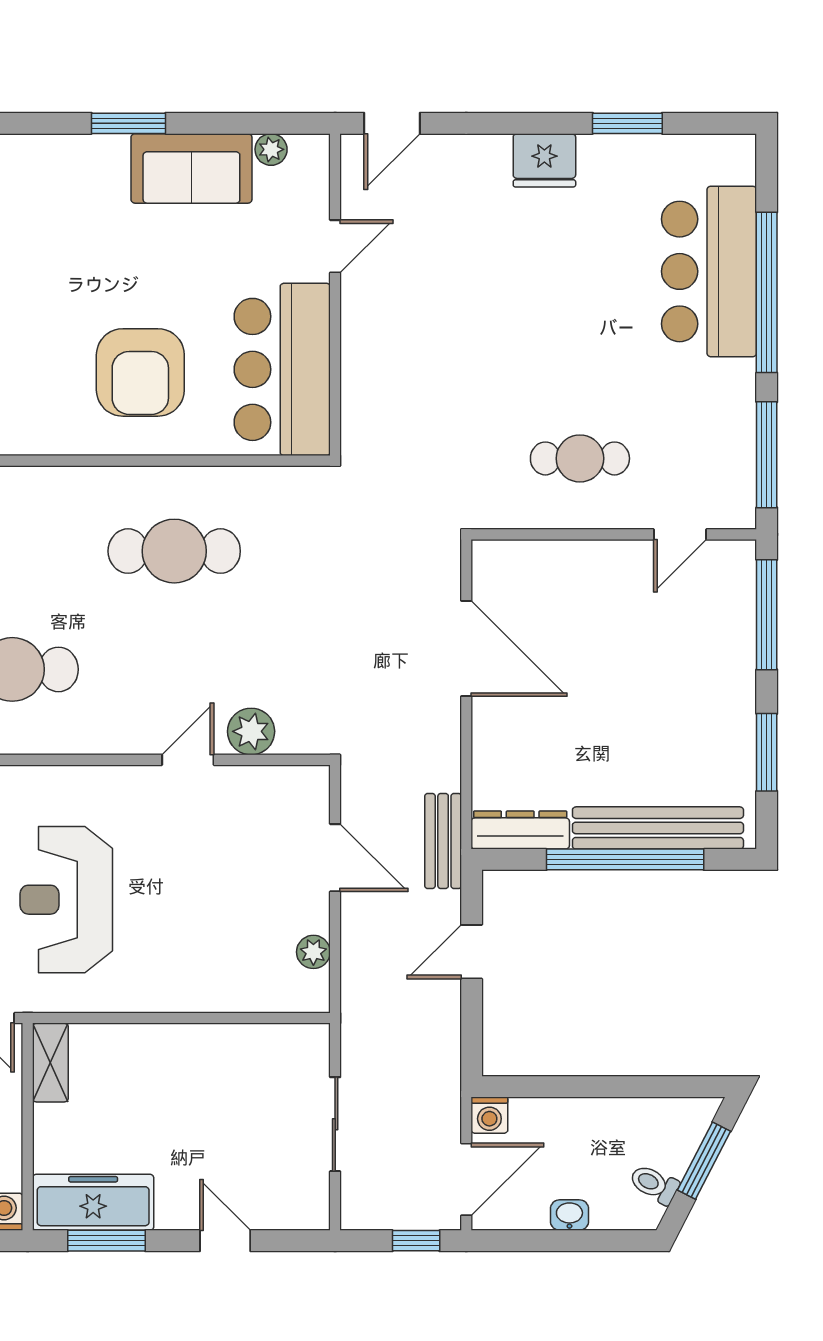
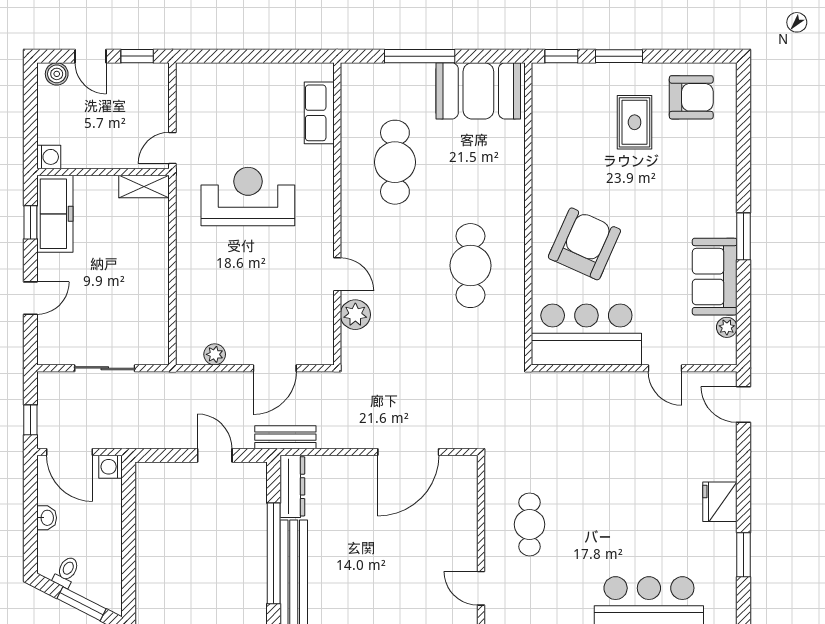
armchair: (140, 372) -> (584, 244), turned 114
window: (106, 1241) -> (30, 222), width x0.67

